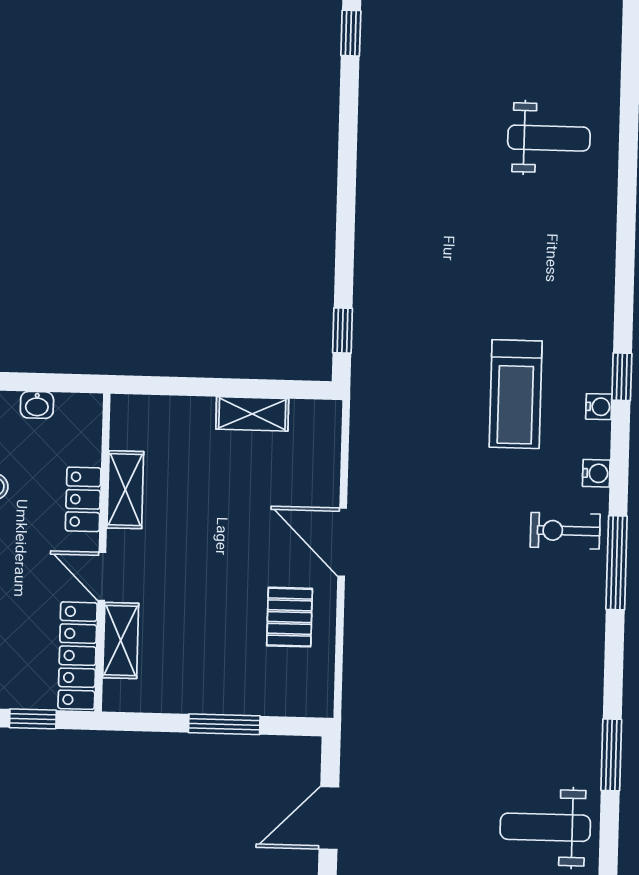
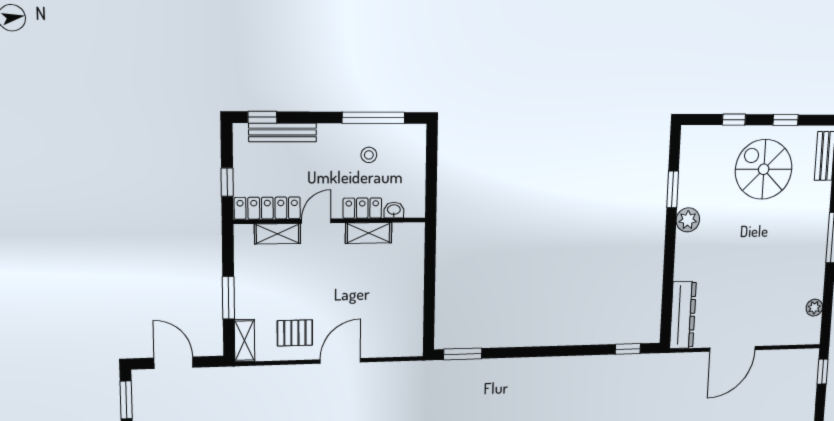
window: (342, 331) -> (463, 354), width x1.50
washbasin: (37, 405) -> (394, 210), moved, turned 90
shelving: (252, 414) -> (245, 341), moved

